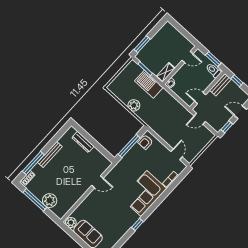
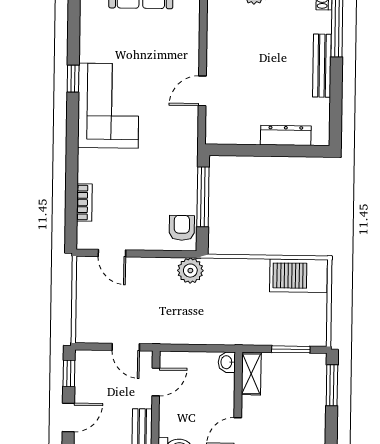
barbecue: (149, 84) -> (298, 276), moved, turned 180
plant: (134, 105) -> (190, 271), moved
door: (200, 119) -> (126, 347), swing flipped
corner sofa: (144, 193) -> (108, 106), moved

